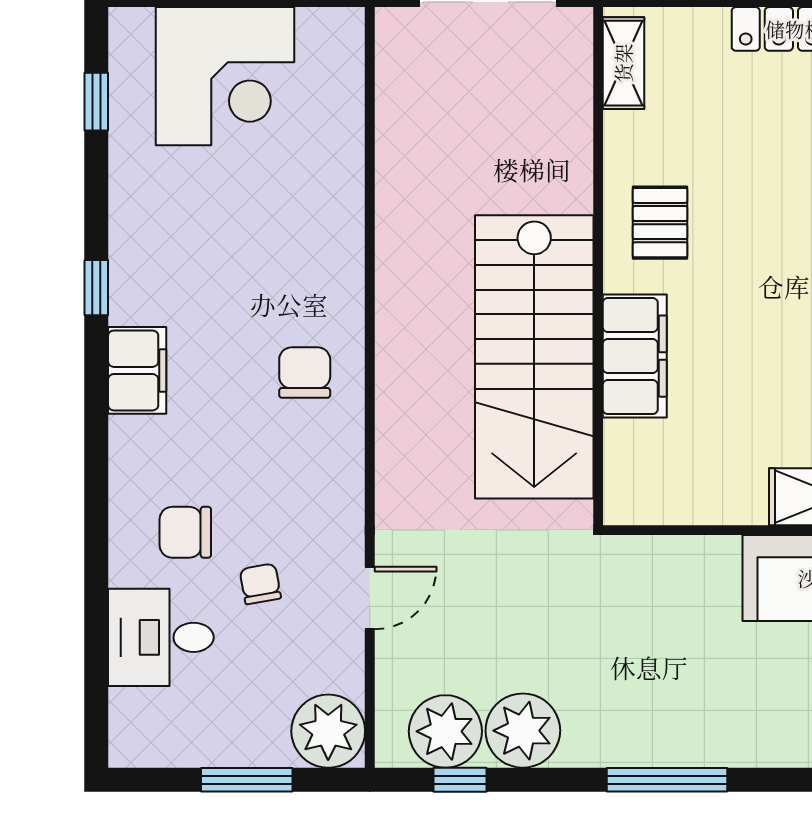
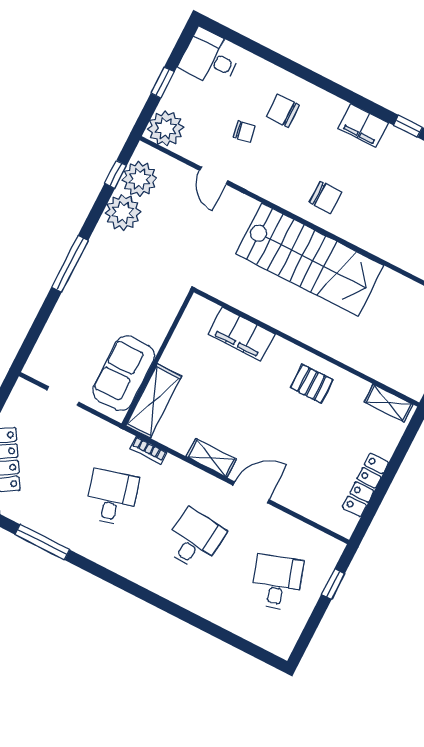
filing cabinet: (635, 356) -> (241, 334), moved
stairs: (534, 357) -> (310, 260), moved, turned 180
chair: (185, 532) -> (283, 111), turned -90
desk: (161, 637) -> (210, 58), moved, turned -90
window: (247, 780) -> (163, 83), width x0.67

